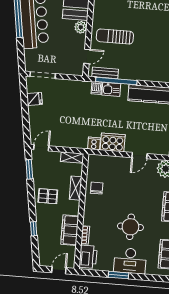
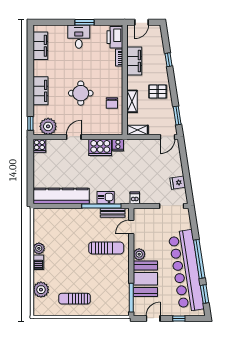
dishwasher: (97, 88) -> (135, 198), moved
round table: (130, 227) -> (81, 93), moved
desk: (130, 261) -> (79, 37), width x0.73

